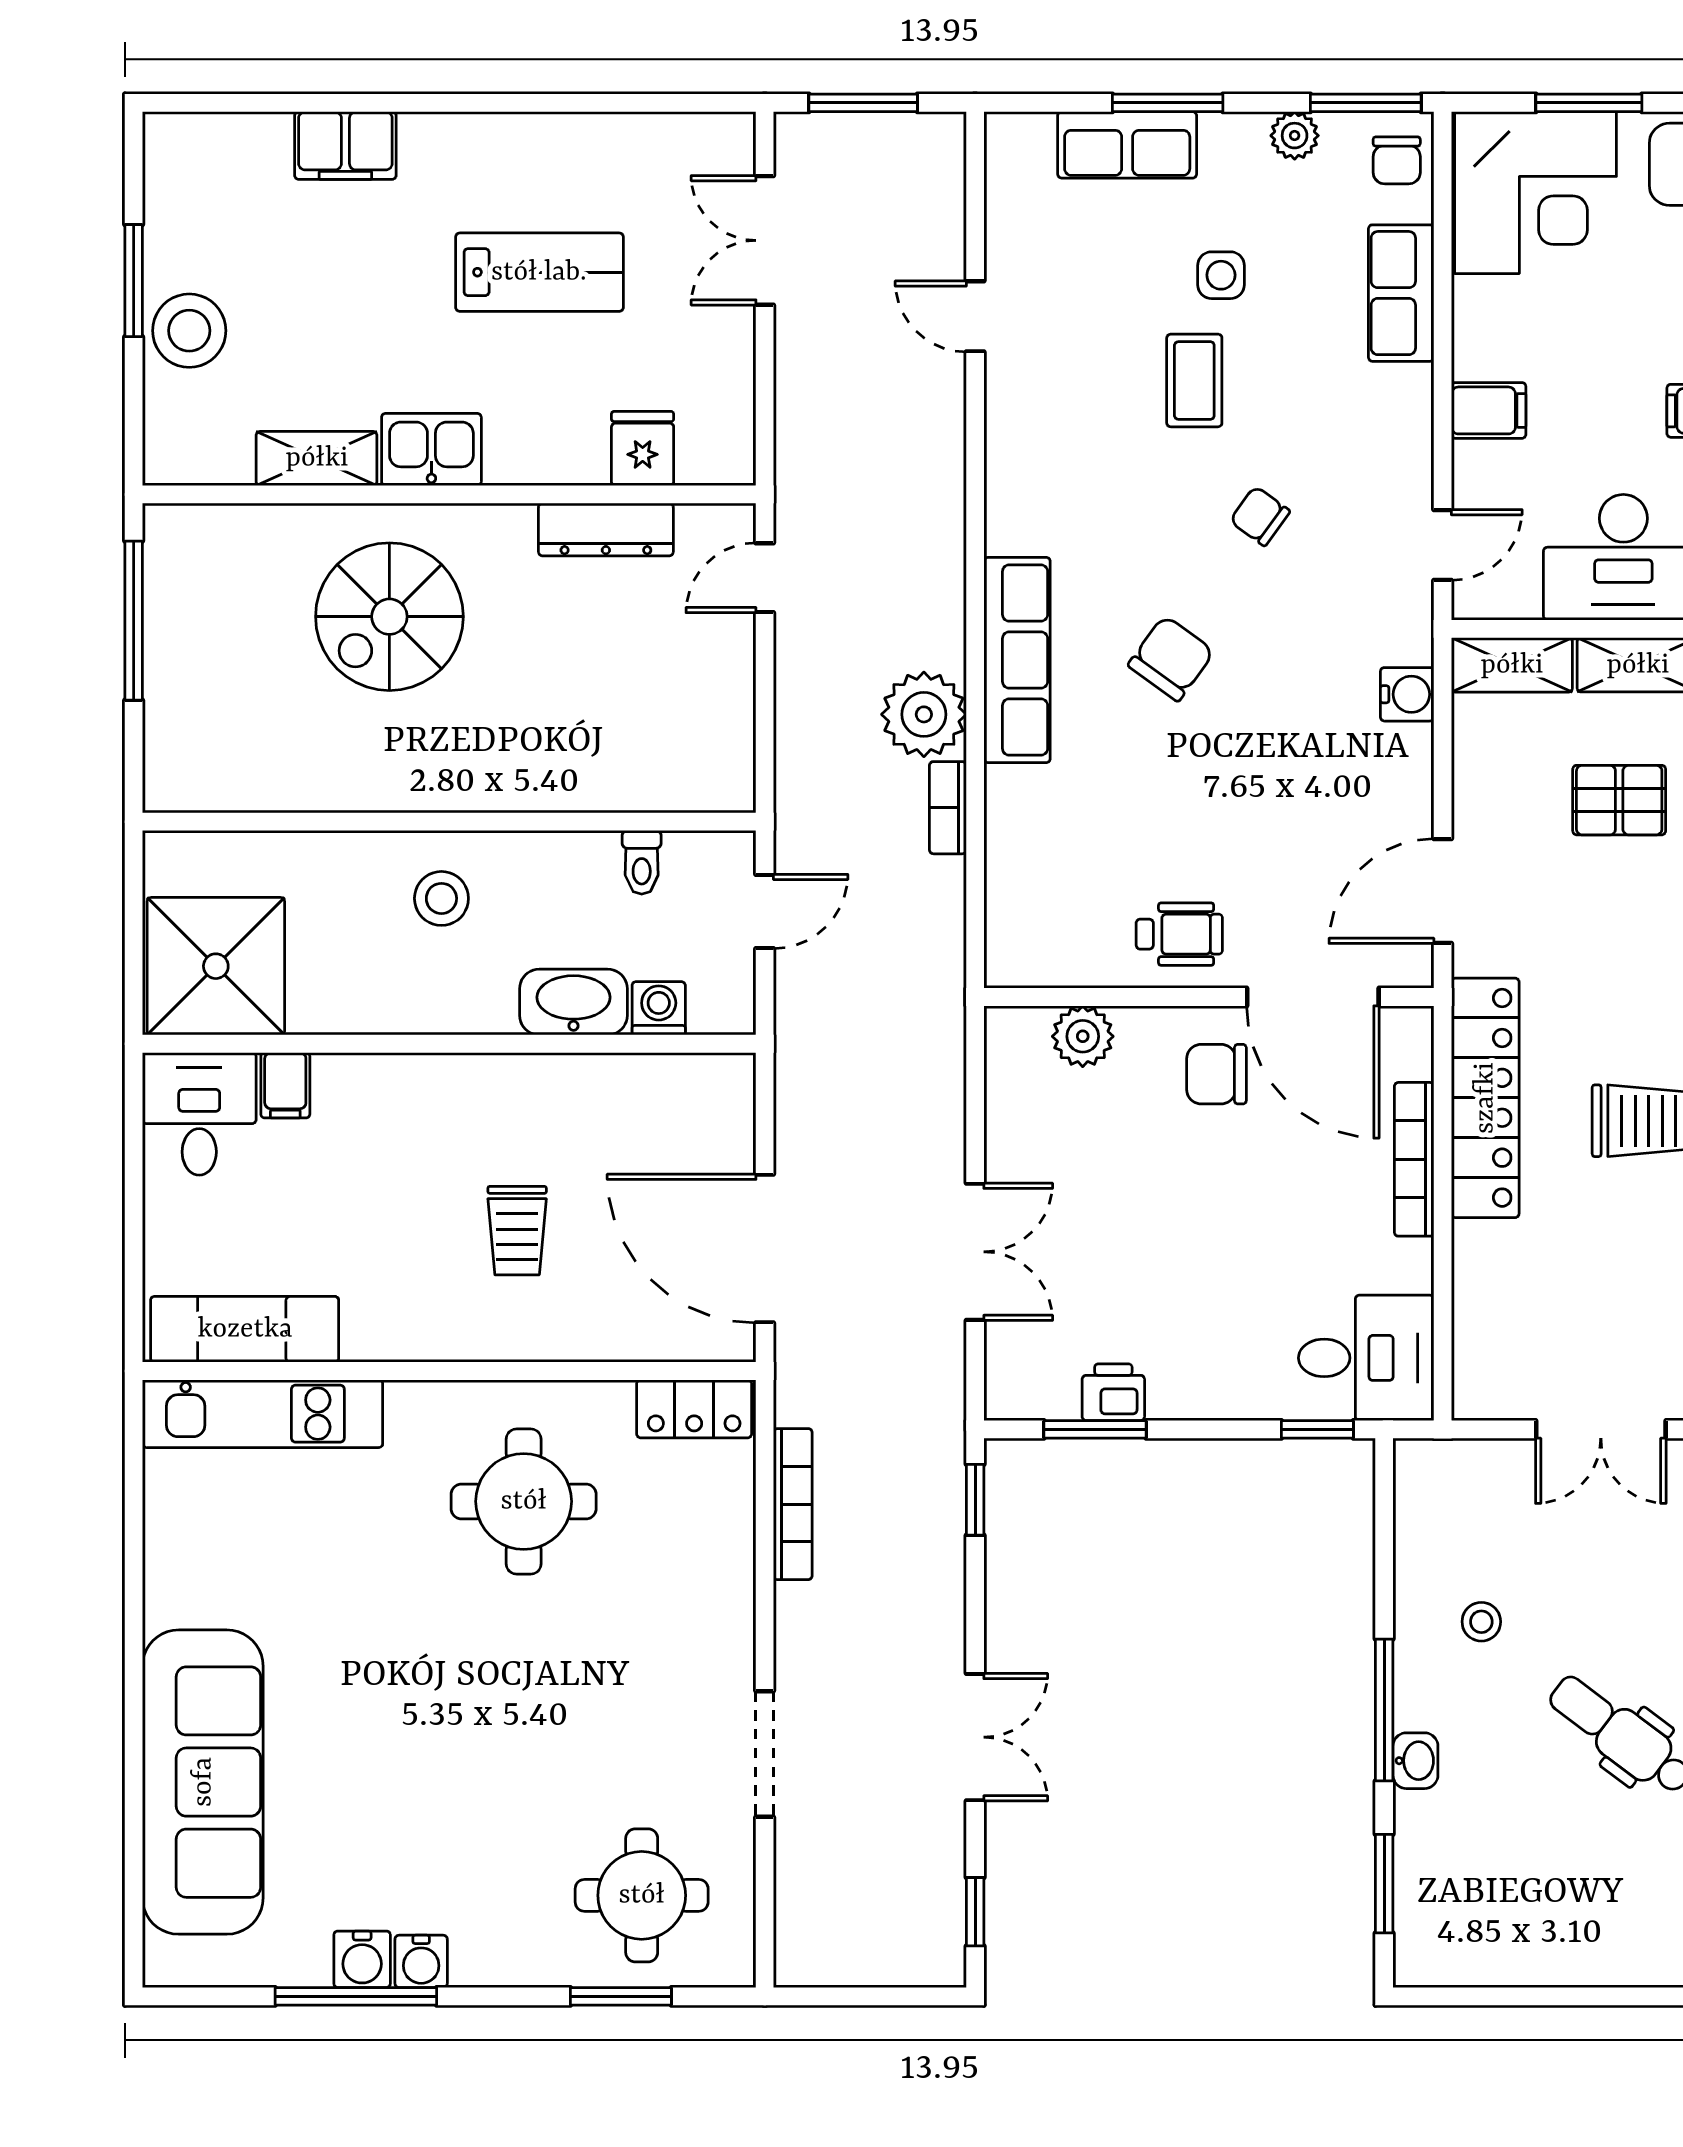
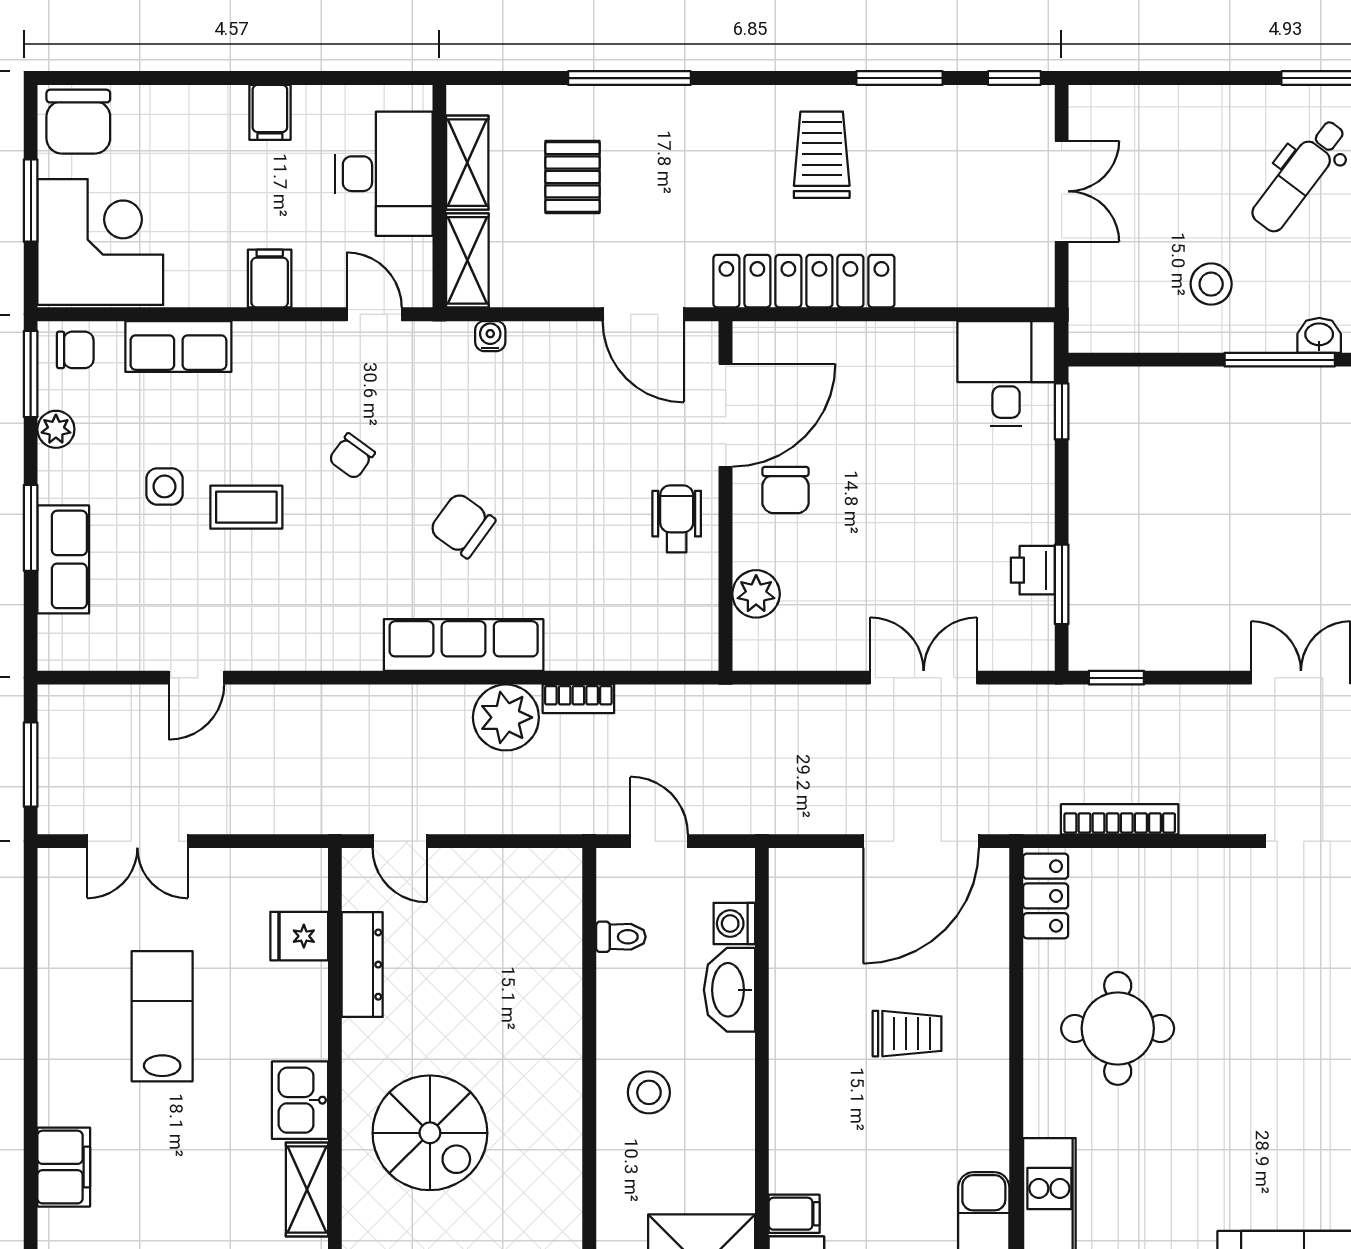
water cooler: (1407, 694) -> (490, 336), width x0.72, depth x0.72
bookcase: (1414, 1159) -> (852, 336), removed
stool: (1481, 1622) -> (1211, 284), width x1.37, depth x1.37

